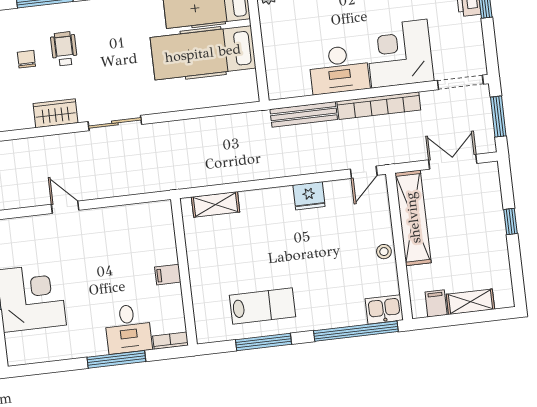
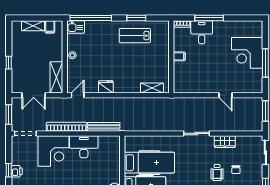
shelving: (413, 218) -> (56, 77), width x0.68
window: (263, 342) -> (136, 18), width x0.69

